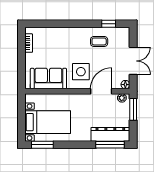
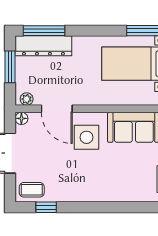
coffee table: (99, 41) -> (32, 190), moved
door: (101, 91) -> (57, 109), hinge flipped
window: (133, 109) -> (10, 67), moved

